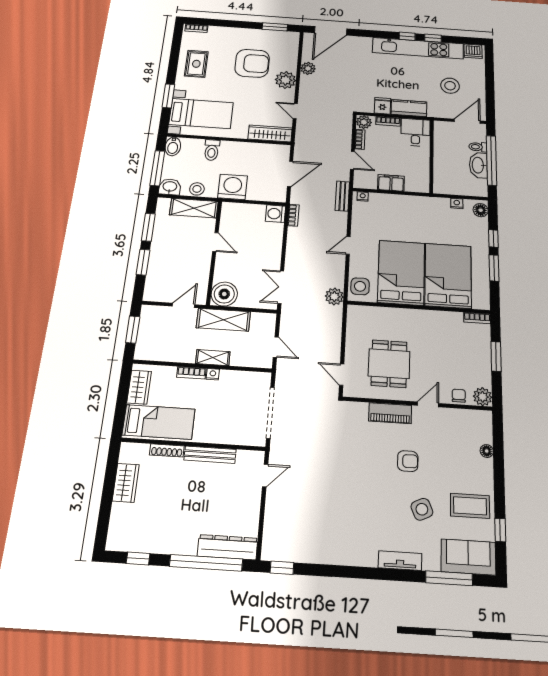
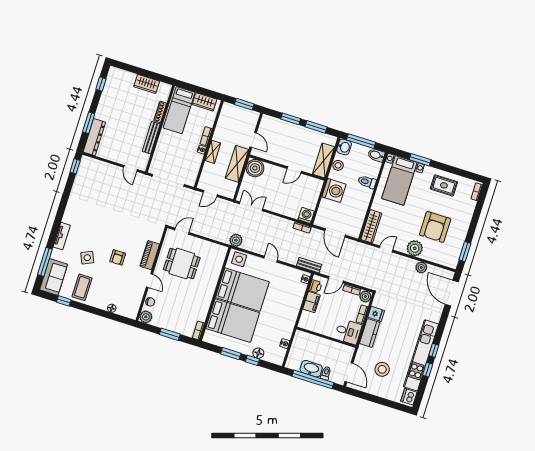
printer: (369, 183) -> (315, 286), added
floor lamp: (481, 210) -> (258, 353), moved
window: (206, 563) -> (89, 123), width x0.47

